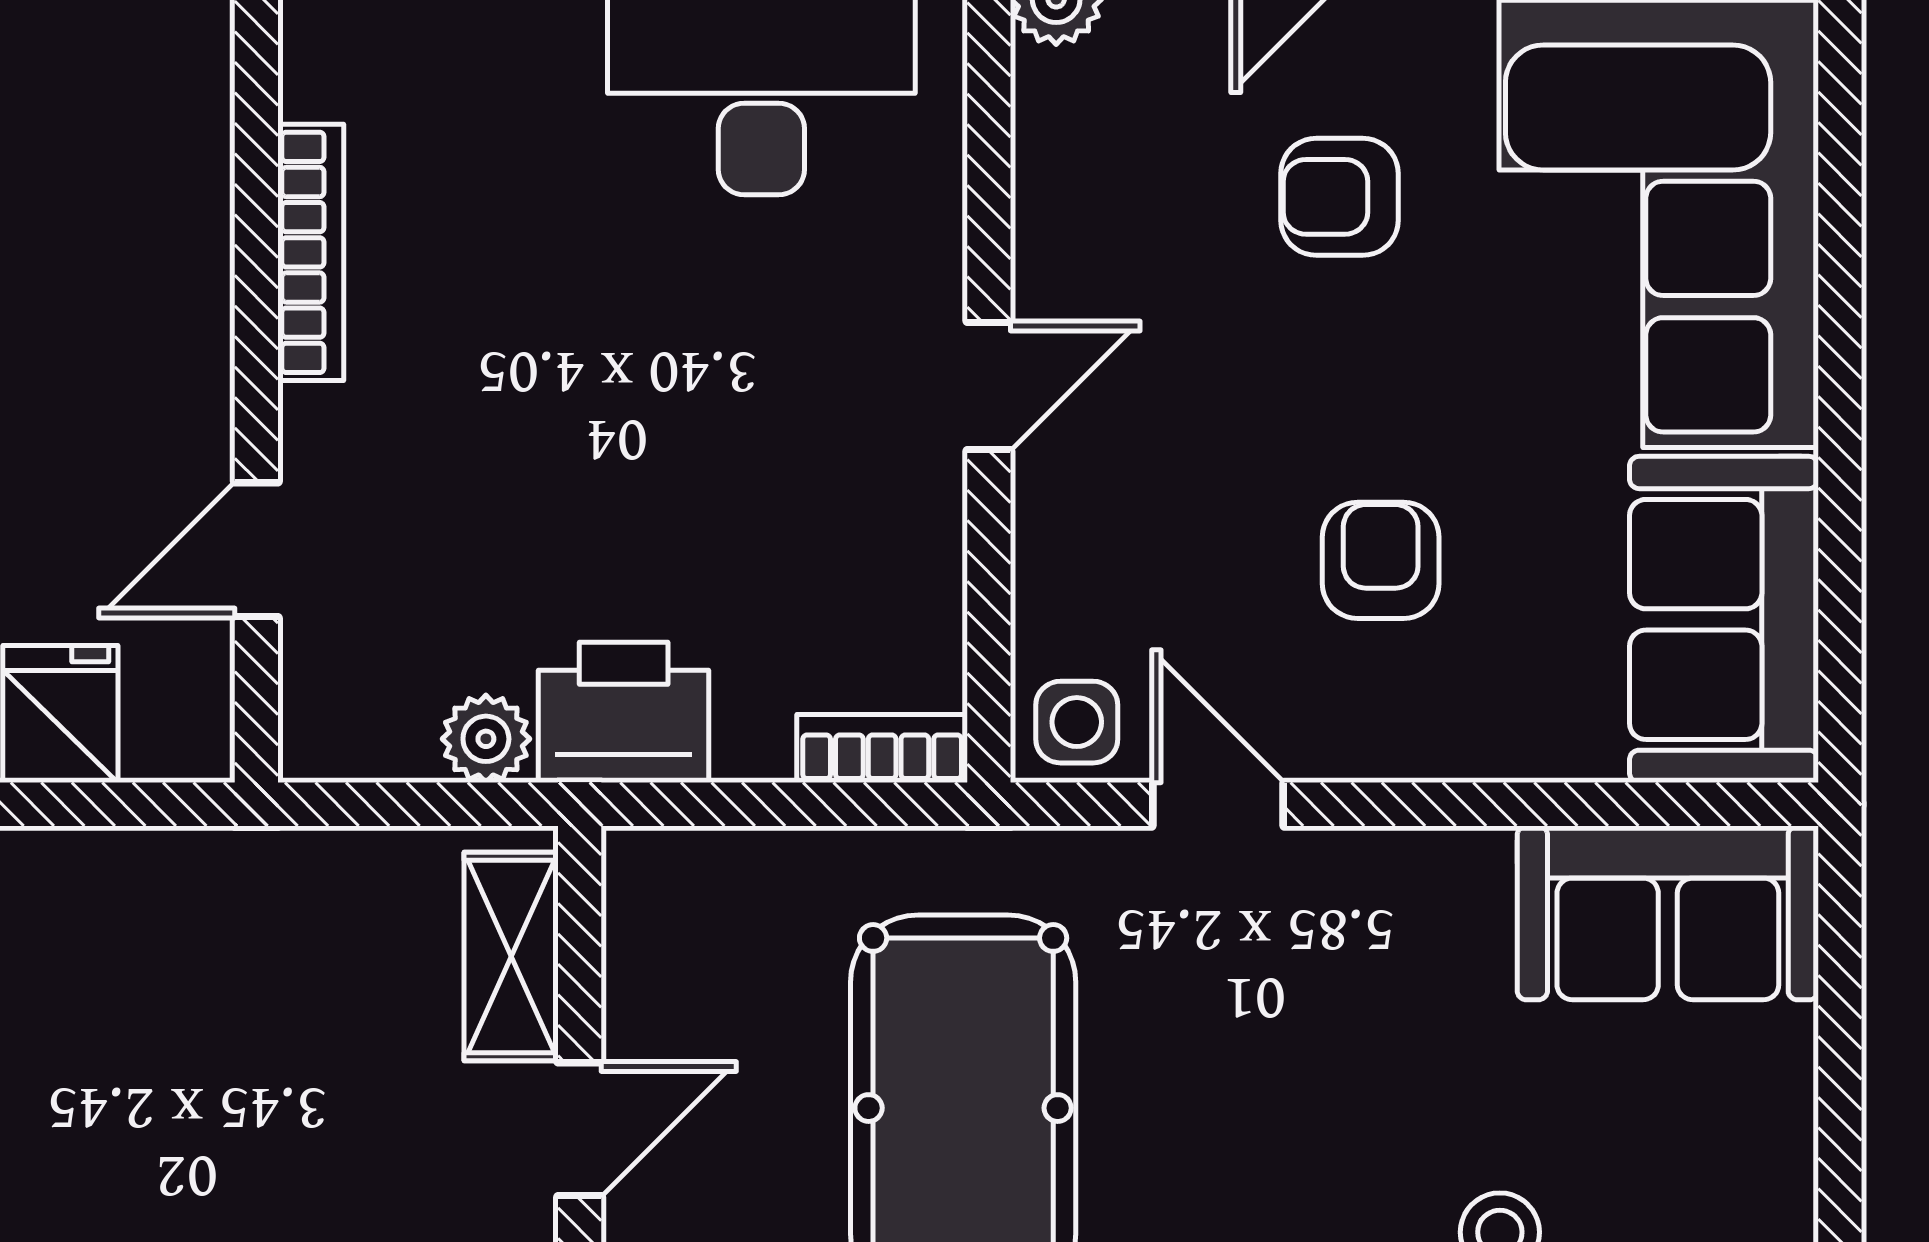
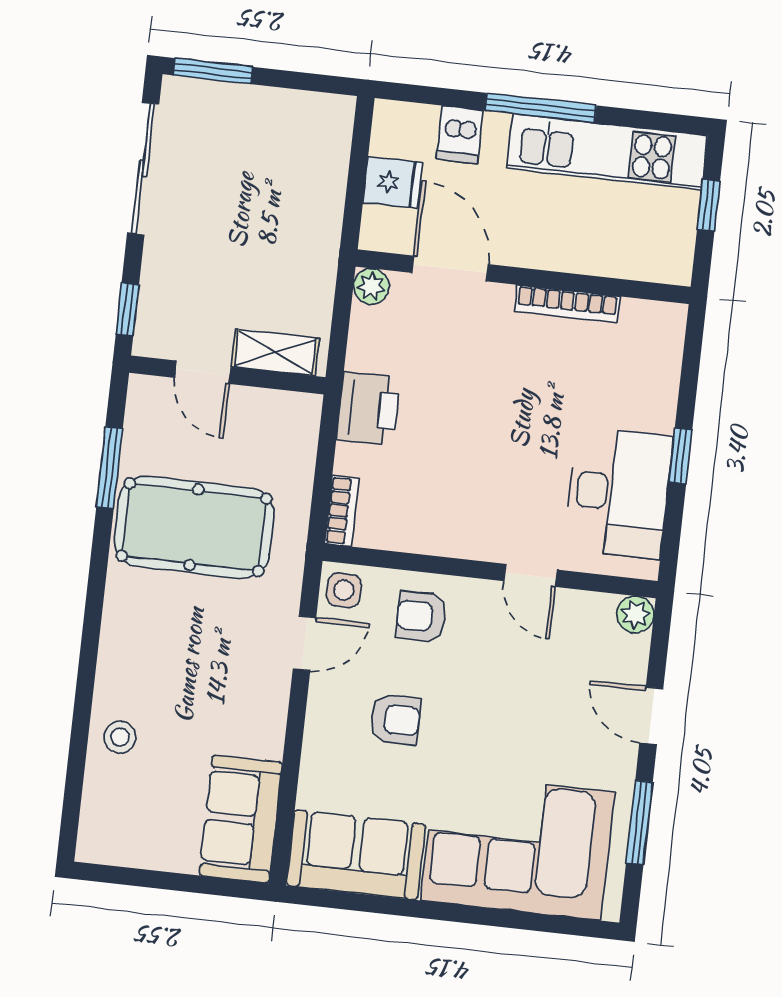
armchair: (1340, 197) -> (421, 616), moved, turned -90
door: (989, 386) -> (530, 575), moved
door: (256, 550) -> (450, 269), width x1.38
plant: (486, 739) -> (371, 286), moved

